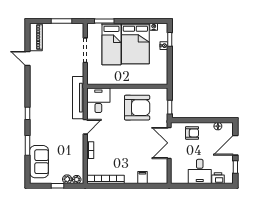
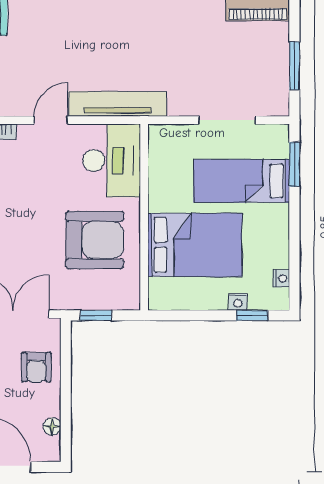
bed: (135, 44) -> (195, 245), moved, turned 180
desk: (98, 100) -> (112, 160), width x1.37
armchair: (137, 108) -> (95, 240), turned -90
door: (85, 127) -> (51, 120), swing flipped

